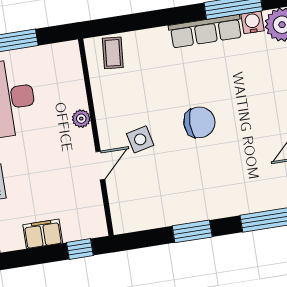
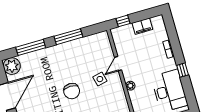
chair: (199, 122) -> (72, 91), turned -90
window: (192, 231) -> (68, 37), width x1.44

